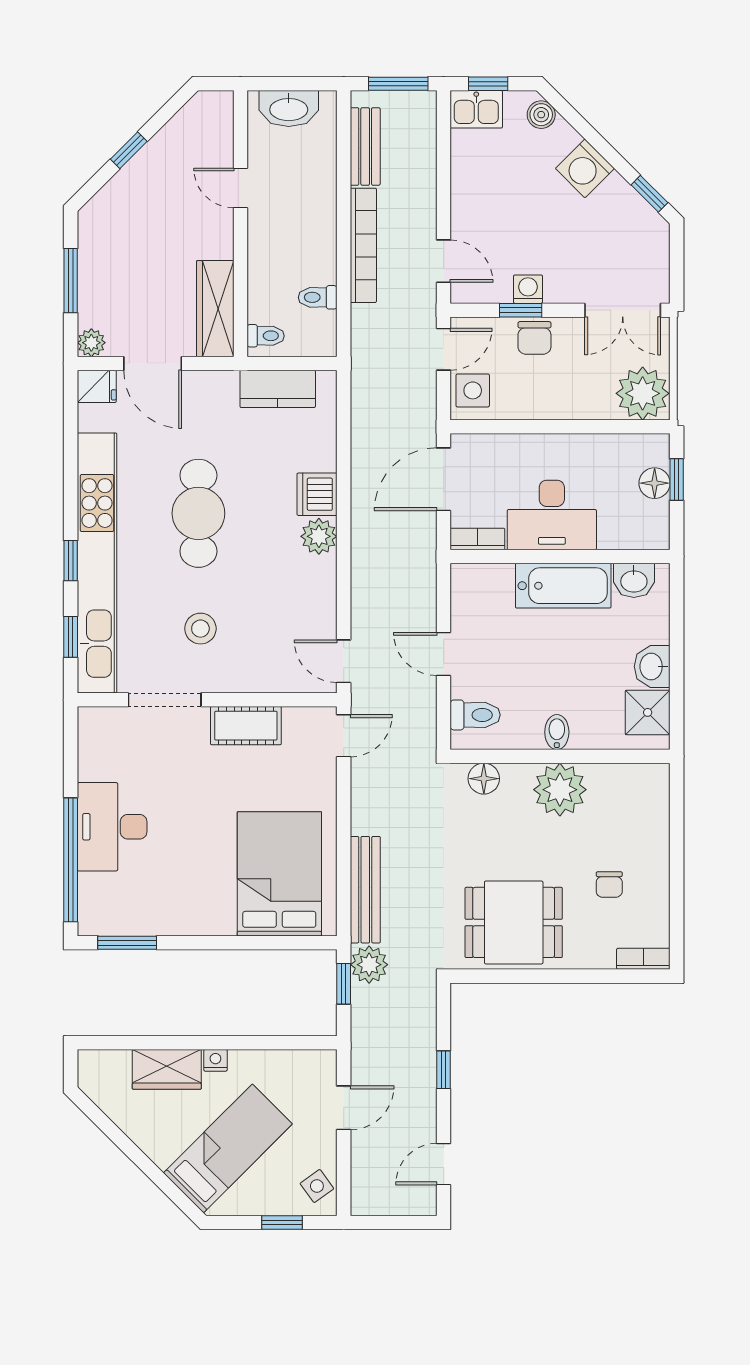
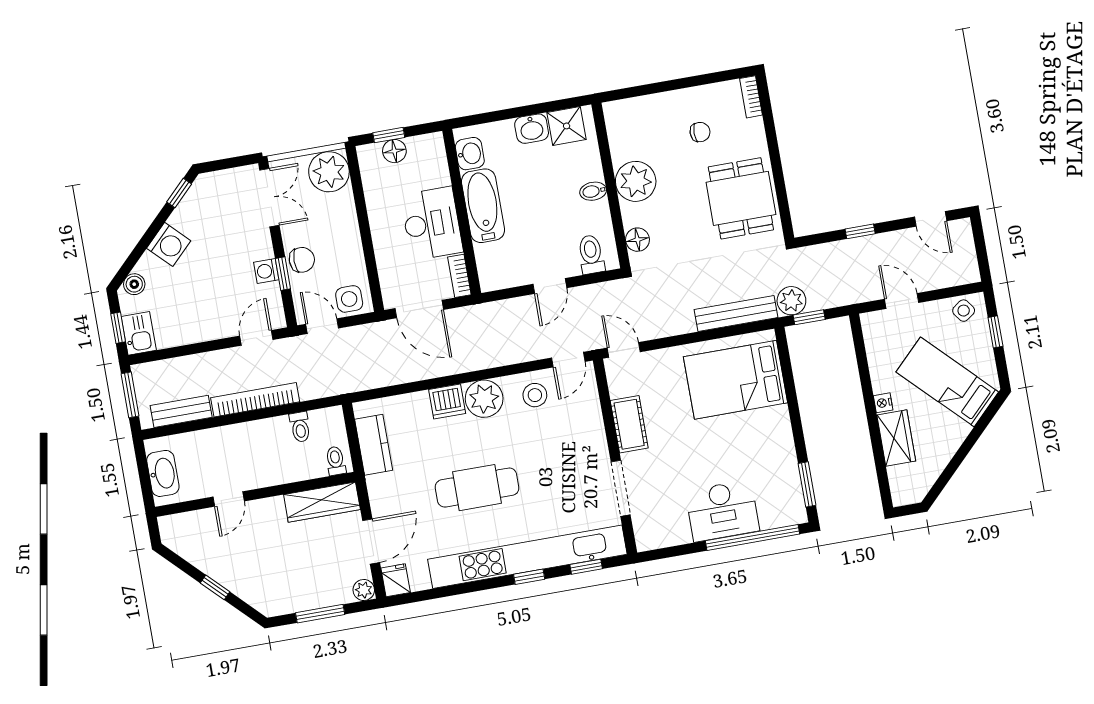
plant: (319, 536) -> (484, 399), width x1.36, depth x1.36
stool: (200, 629) -> (535, 395), moved

